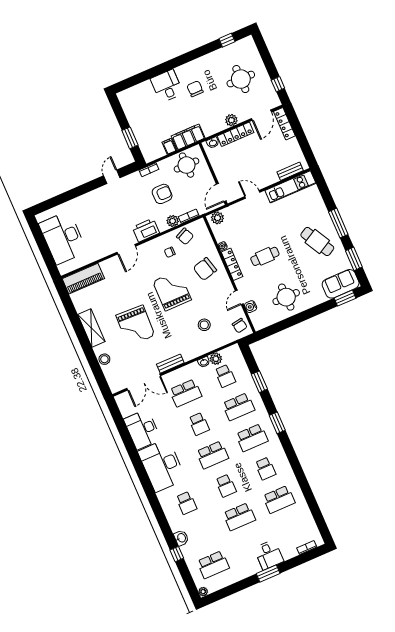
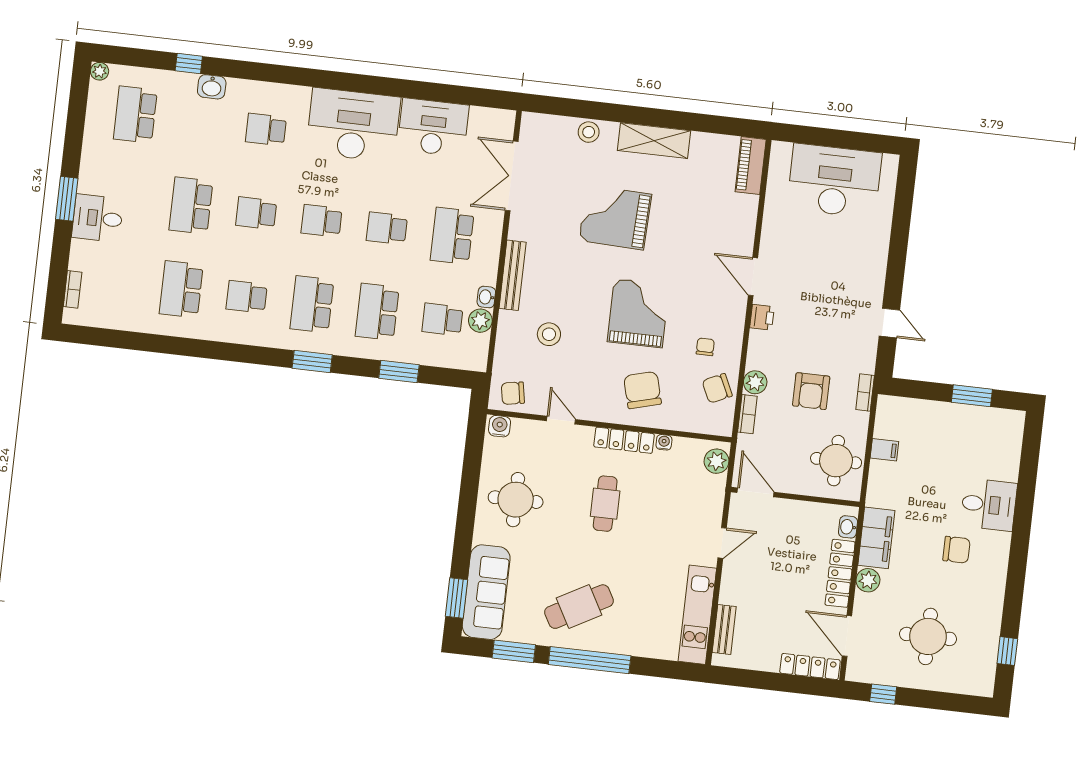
filing cabinet: (188, 137) -> (876, 538), moved
window: (130, 138) -> (972, 396), moved
window: (338, 223) -> (590, 660), width x1.46
printer: (146, 230) -> (762, 317), width x0.53, depth x0.68
piano: (83, 279) -> (751, 166), width x0.73, depth x0.75
sofa: (341, 284) -> (486, 592), width x1.36
grand piano: (172, 291) -> (638, 313), turned -90
water cooler: (251, 307) -> (500, 426), moved
bench: (170, 364) -> (513, 275), moved, width x1.36
school desk: (212, 455) -> (322, 221), width x0.54

